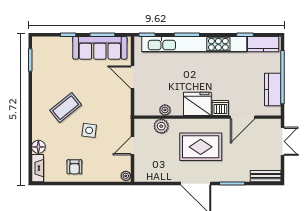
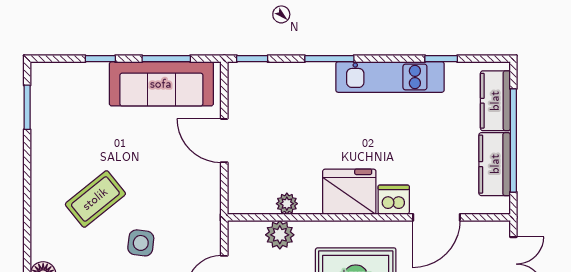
kitchen unit: (194, 44) -> (390, 77), width x0.54
kitchen counter: (263, 44) -> (495, 101), moved, turned 90

